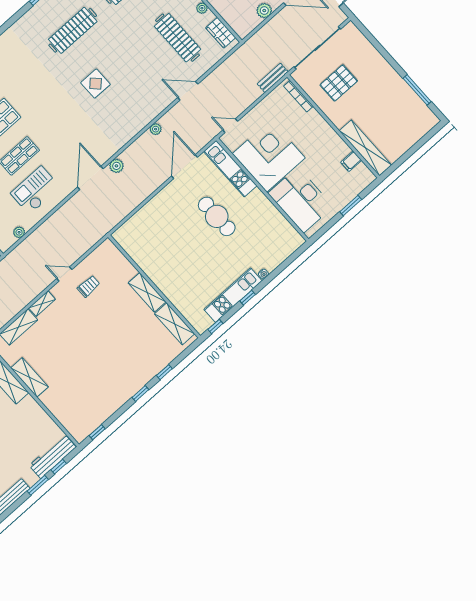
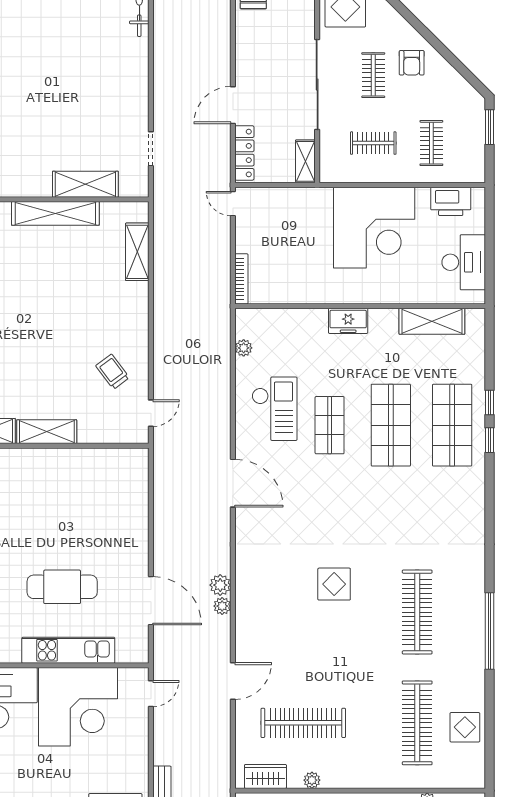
plant: (116, 166) -> (220, 585), moved
kitchen unit: (230, 169) -> (68, 650), moved
door: (64, 274) -> (151, 413), moved
trolley: (88, 286) -> (113, 372), turned 143
shelving: (42, 304) -> (140, 302), removed
shelving: (30, 377) -> (55, 213), width x1.47

